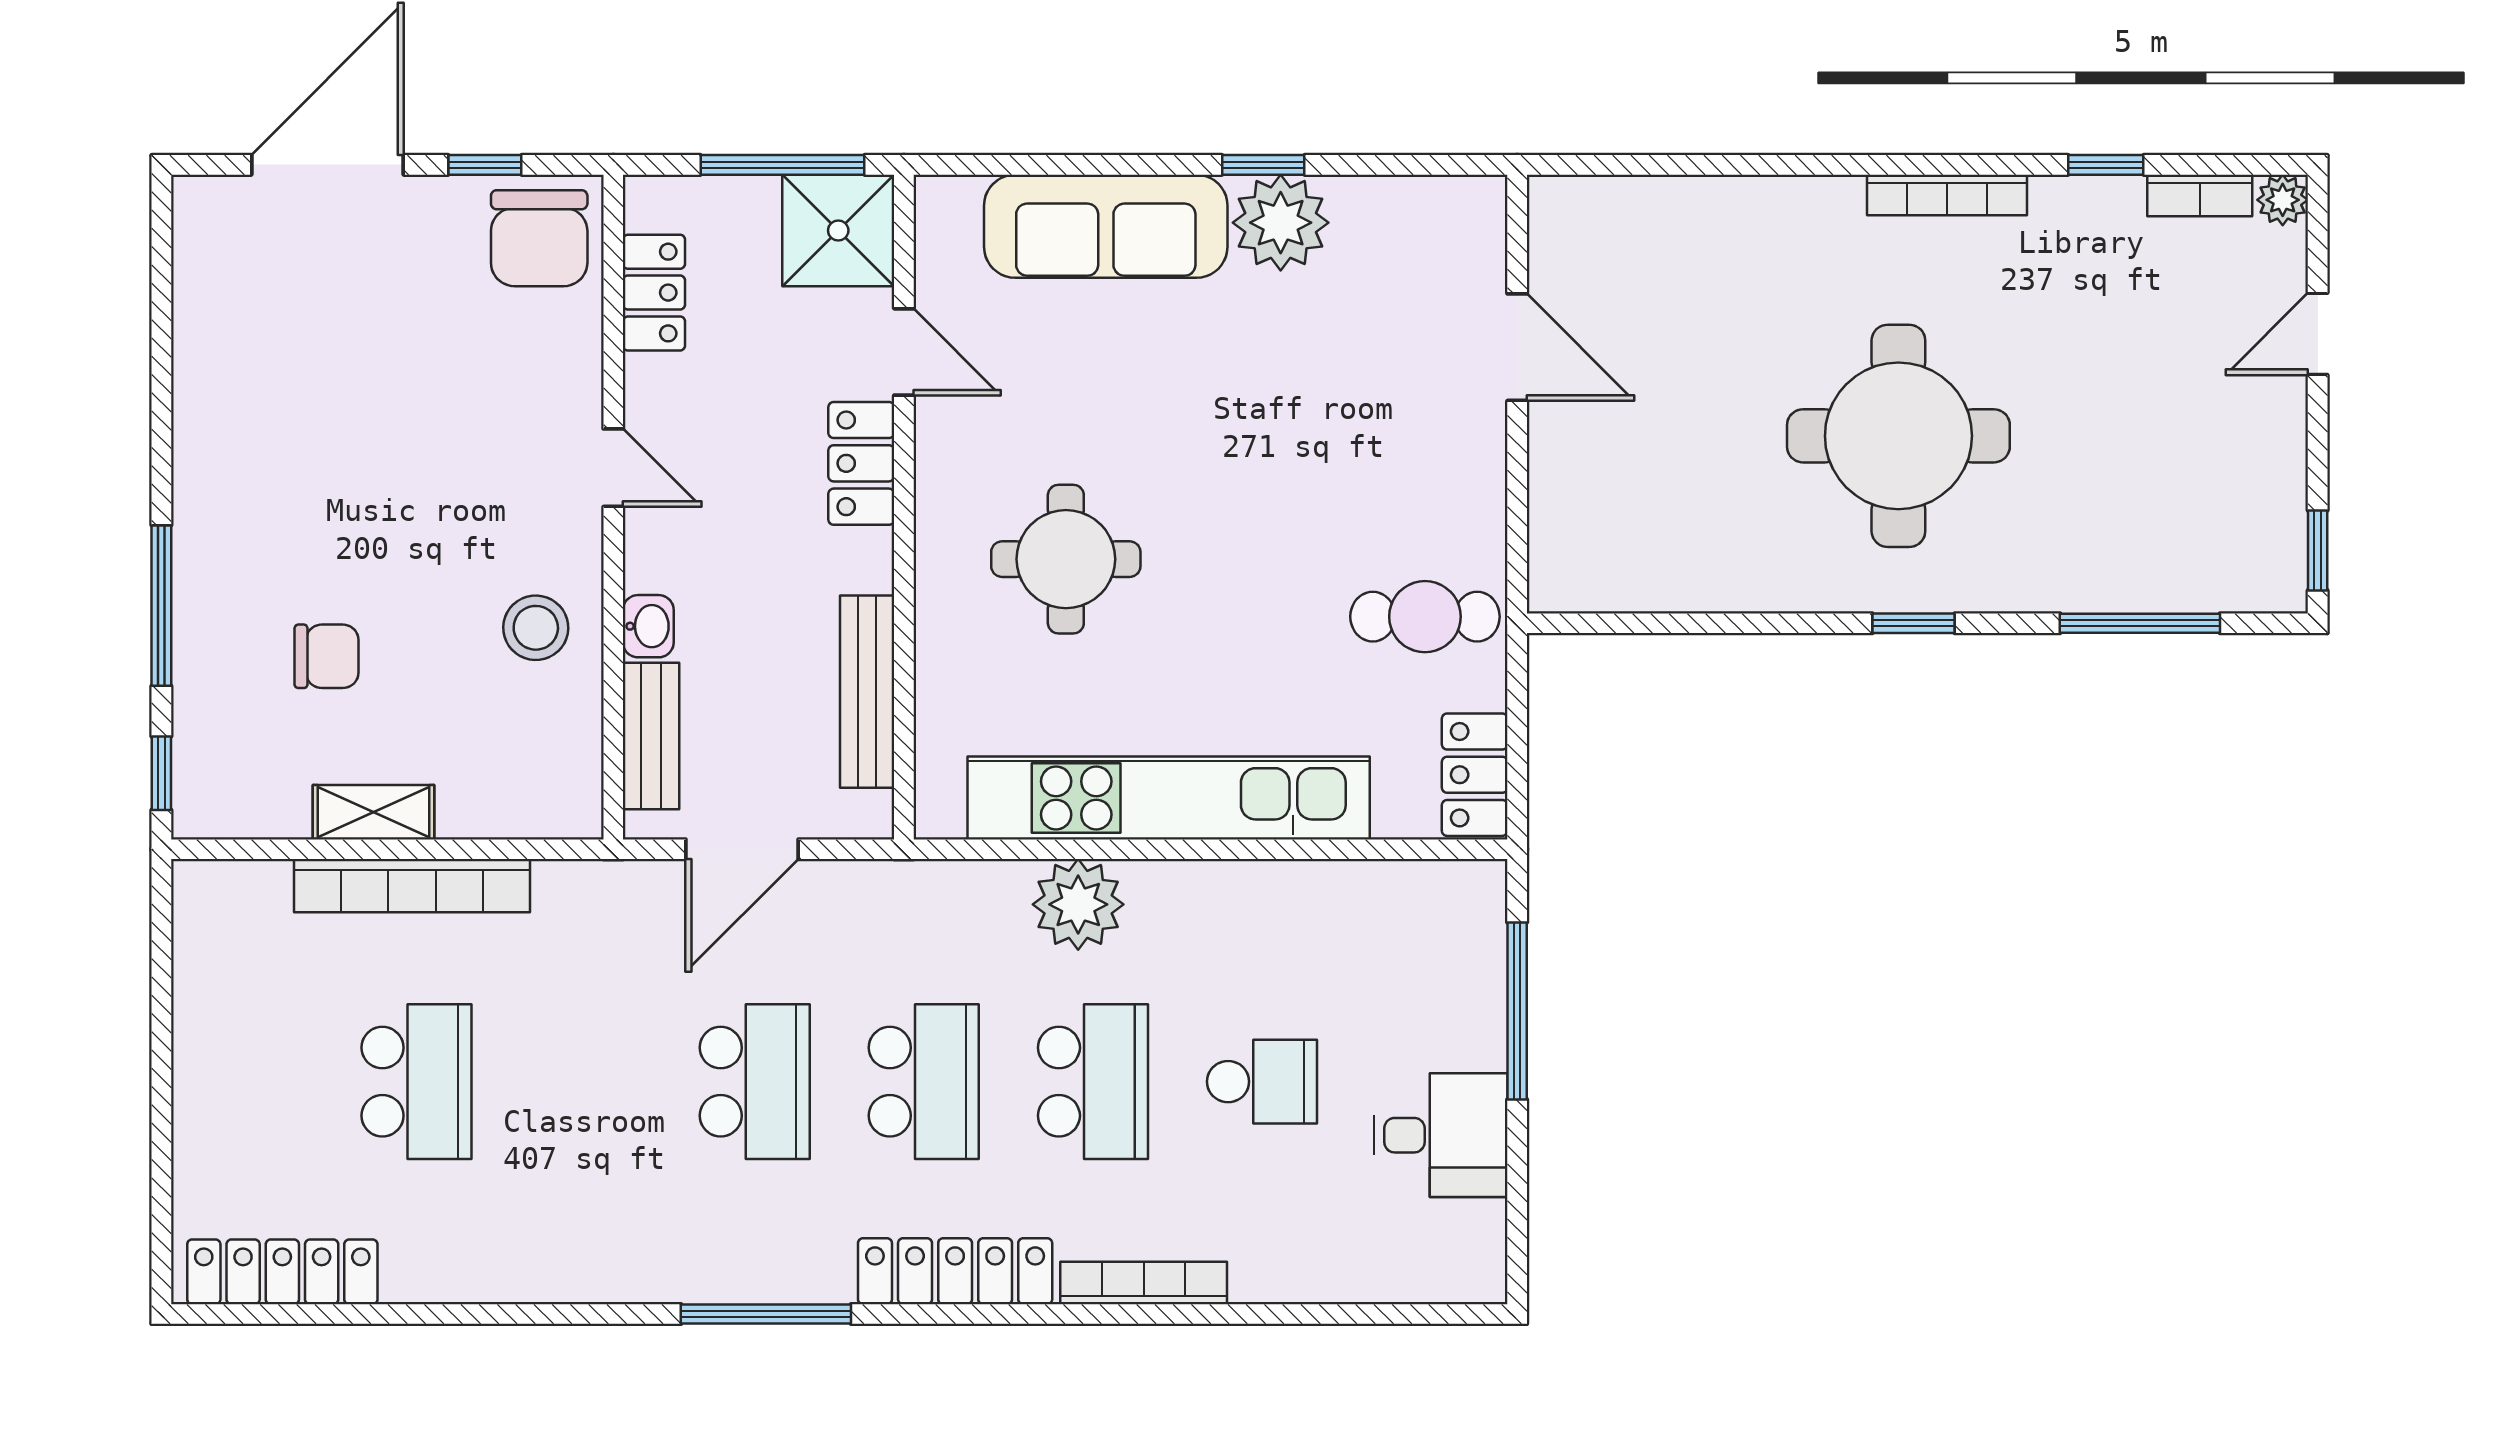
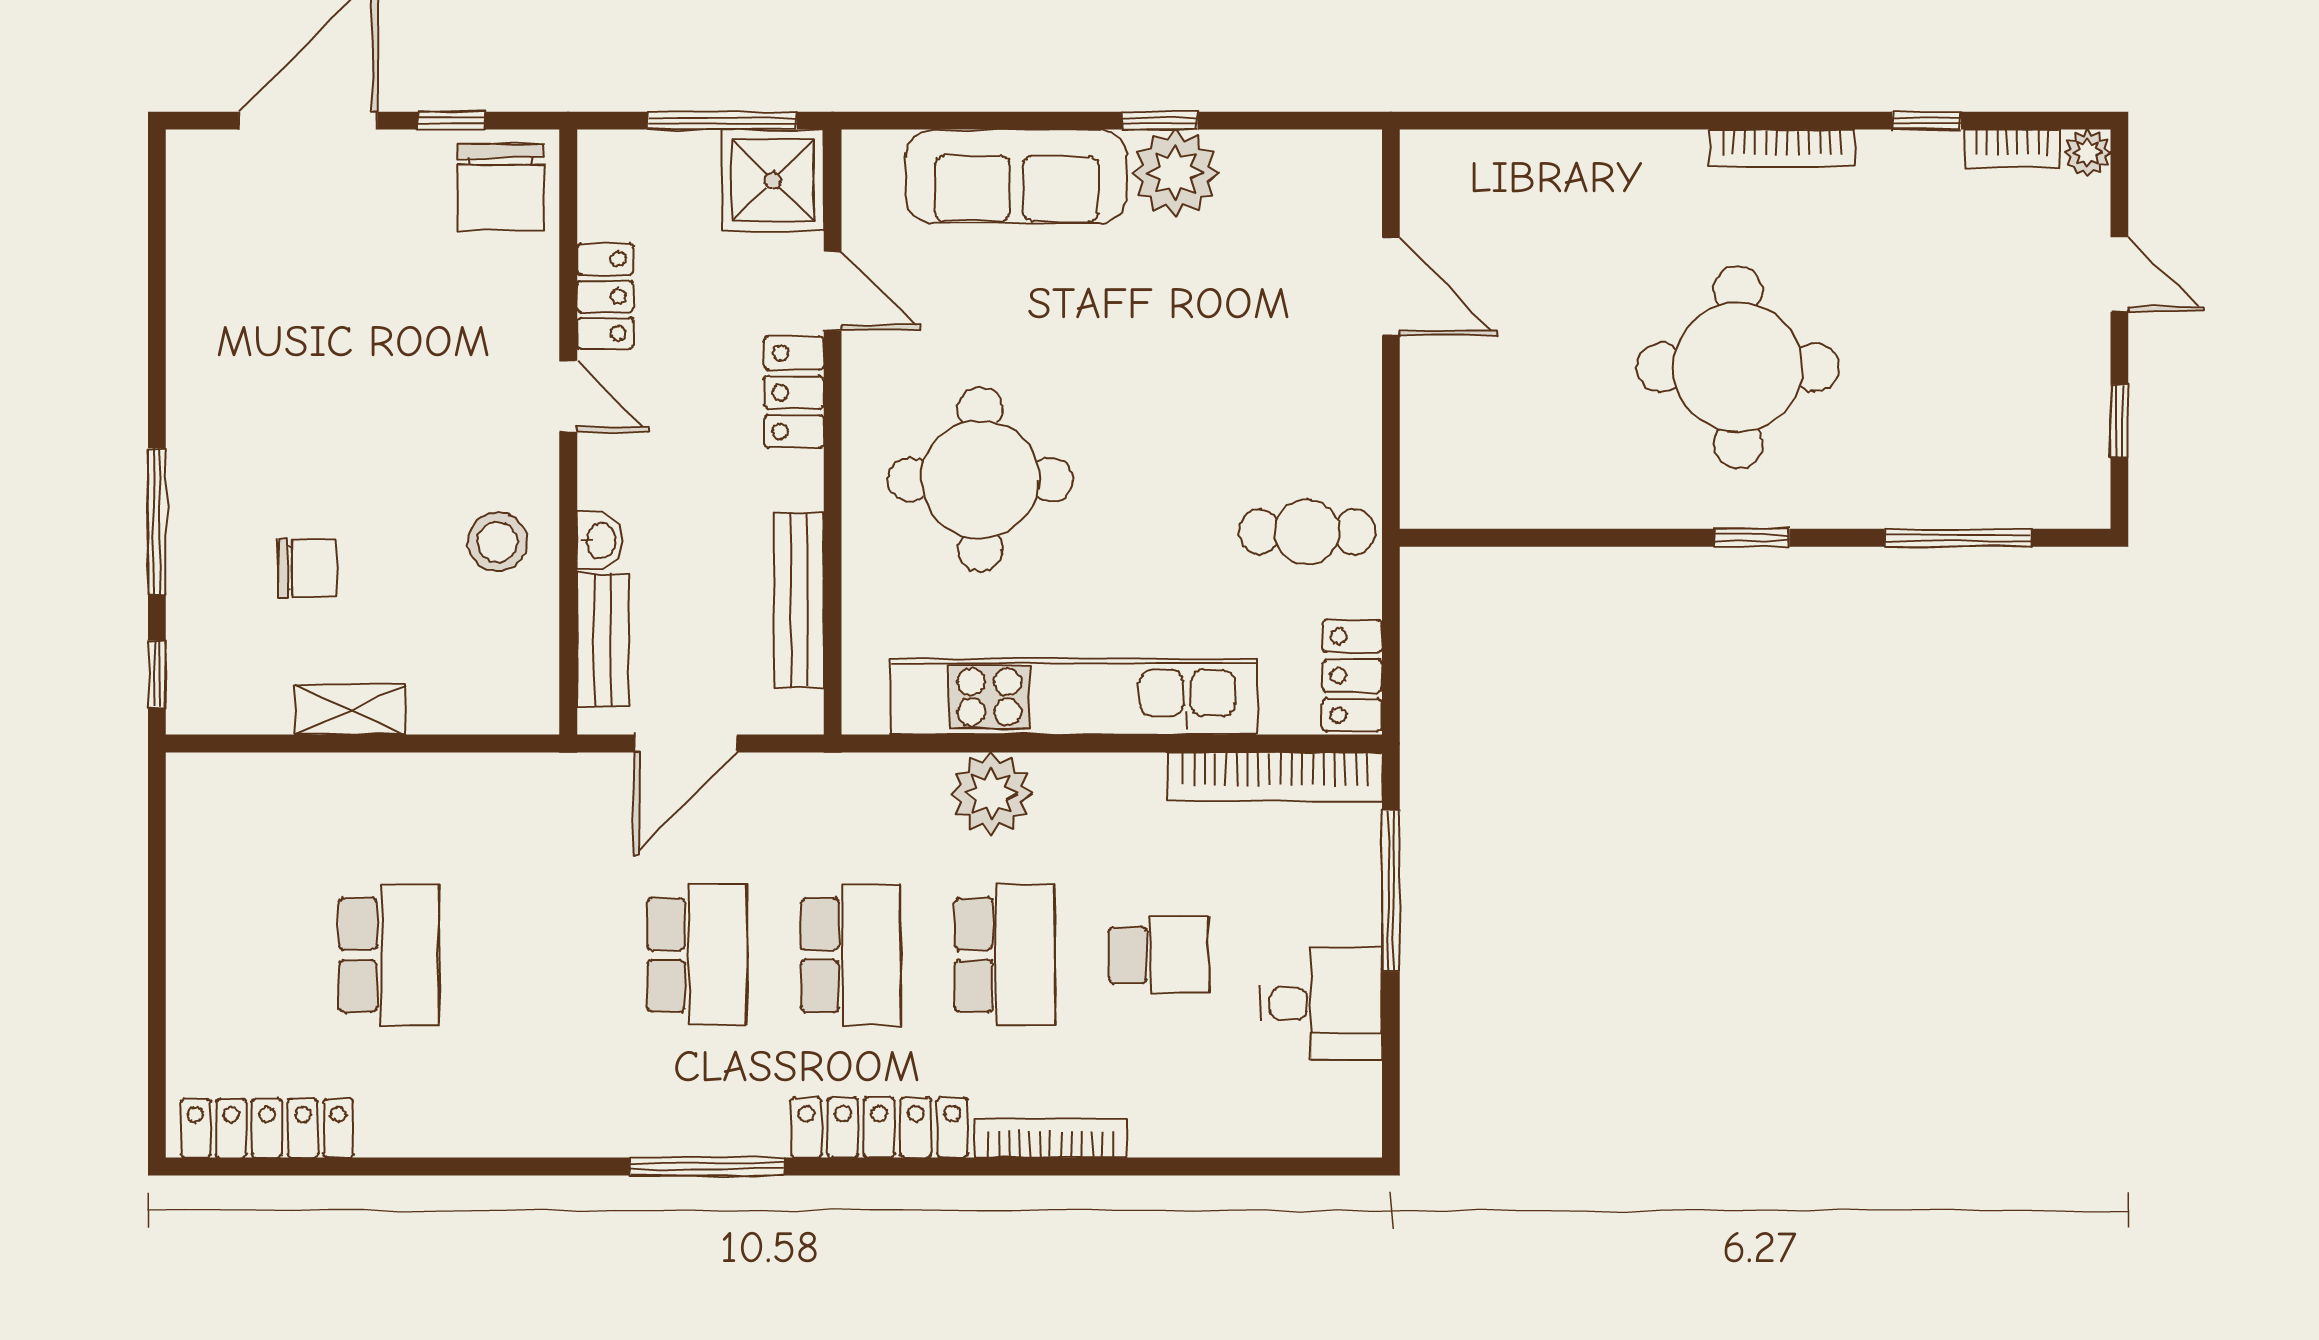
locker: (654, 293) -> (605, 296), moved
door: (2318, 334) -> (2119, 274), swing flipped
window: (2318, 550) -> (2119, 421), moved
round table: (1066, 559) -> (980, 479), width x1.36, depth x1.36
bookcase: (412, 886) -> (1275, 777), moved

